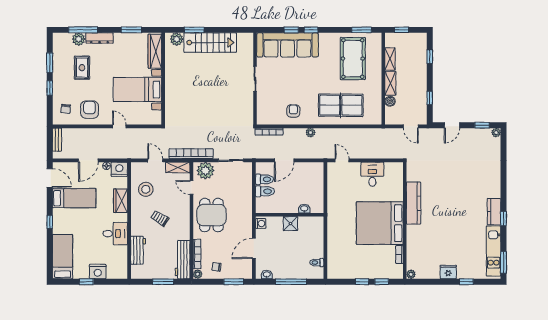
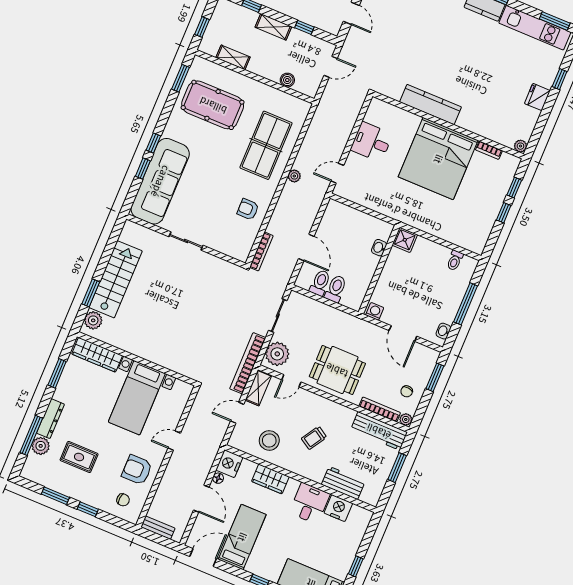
shelving: (390, 83) -> (273, 27), moved
plant: (311, 133) -> (294, 176), moved
shower: (290, 224) -> (405, 240), moved
nightstand: (98, 272) -> (338, 508), moved, turned -90

